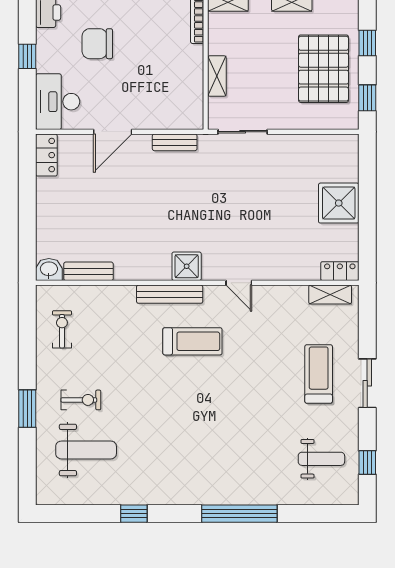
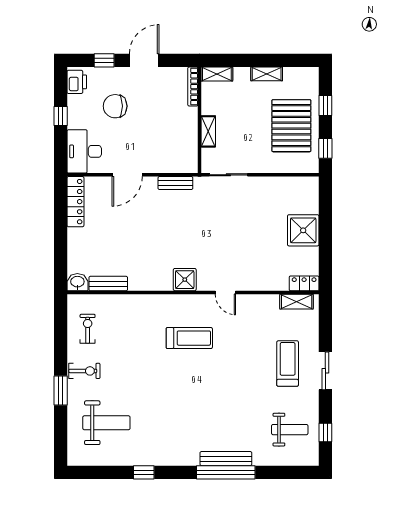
locker: (46, 155) -> (75, 202), width x1.53
bench: (170, 294) -> (226, 459), moved
exercise bike: (81, 400) -> (84, 371), moved

